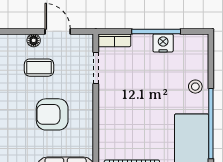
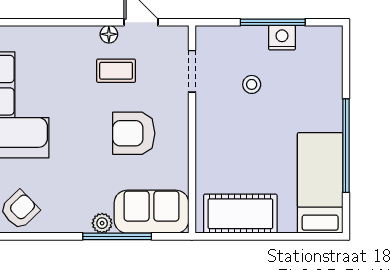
bookcase: (114, 40) -> (217, 34), removed
stool: (195, 87) -> (252, 84), moved

